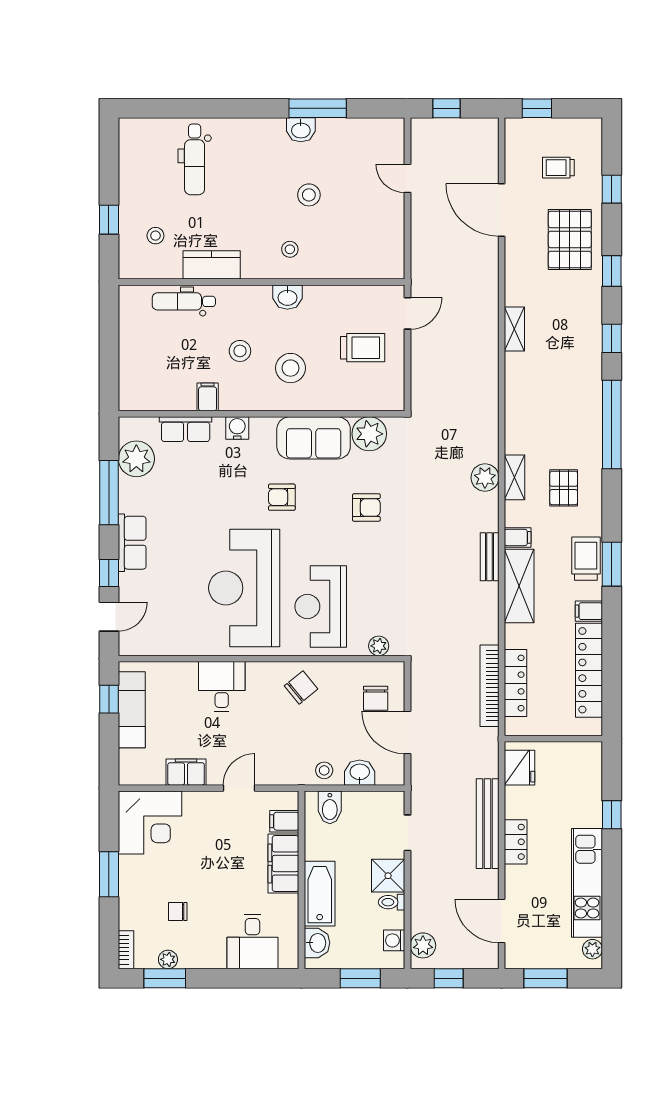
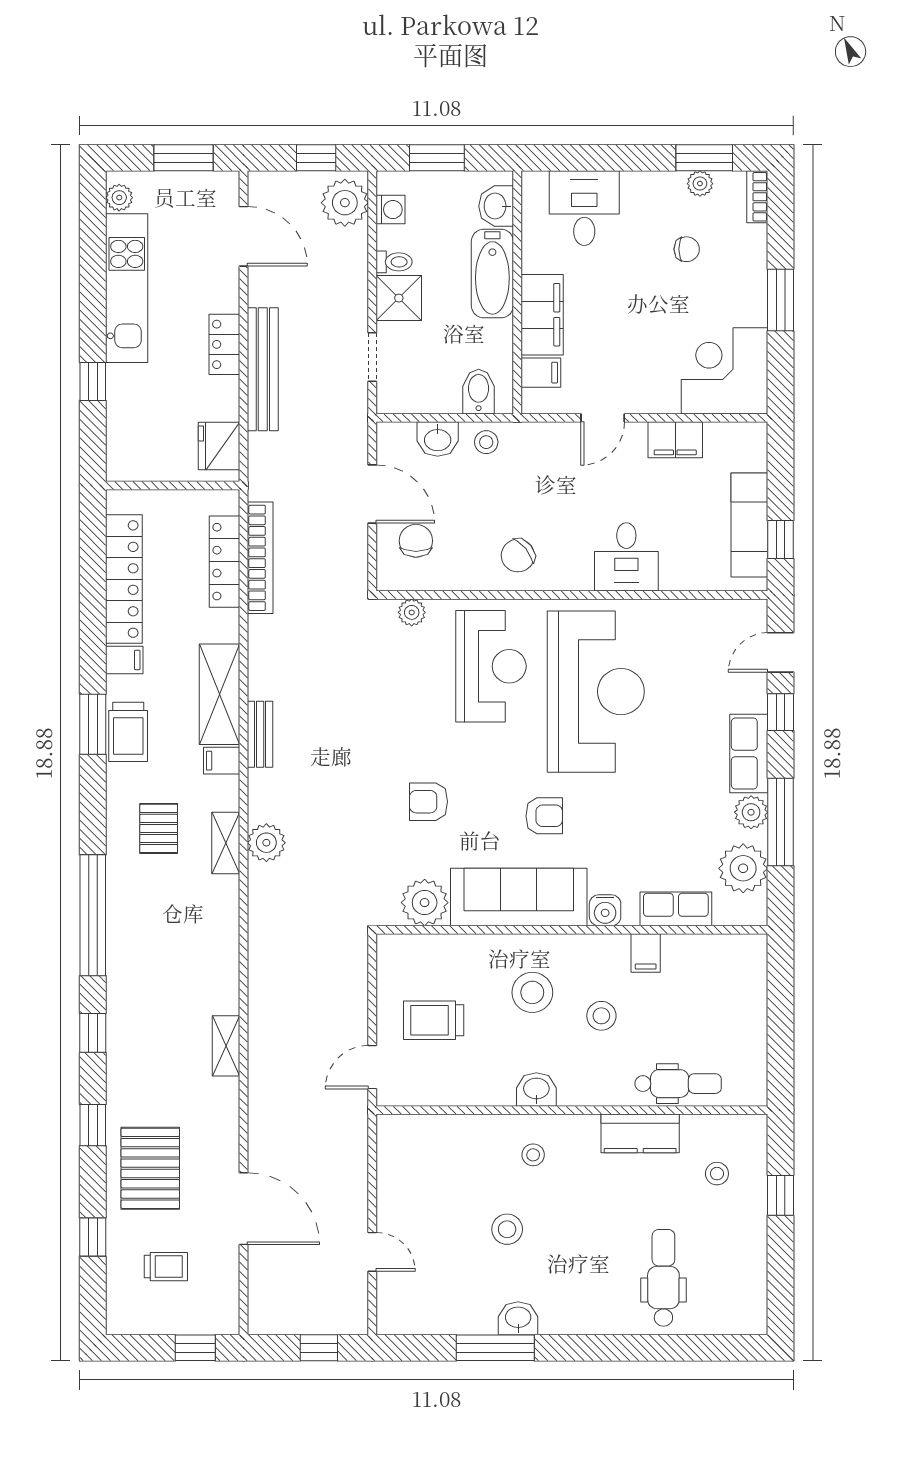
sofa: (314, 438) -> (519, 897), width x1.36
plant: (131, 500) -> (751, 812), added
plant: (423, 945) -> (345, 203), width x1.36, depth x1.36

